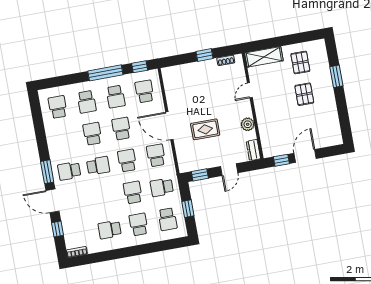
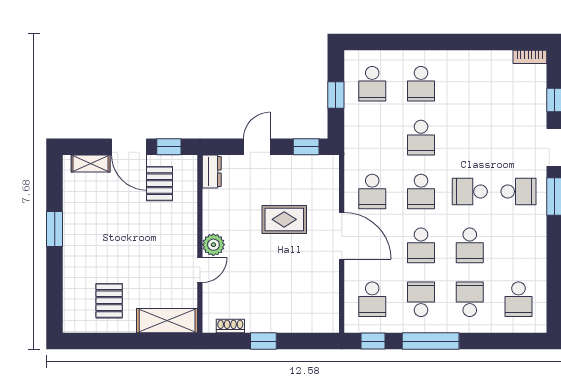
window: (336, 76) -> (55, 229), moved
pallet: (304, 94) -> (159, 184), moved
plant: (248, 124) -> (213, 245), moved
shelving: (326, 142) -> (91, 164), added
door: (305, 156) -> (129, 147), hinge flipped
school desk: (162, 187) -> (372, 138), removed
school desk: (168, 219) -> (372, 84), turned 180
school desk: (110, 230) -> (470, 84), removed

